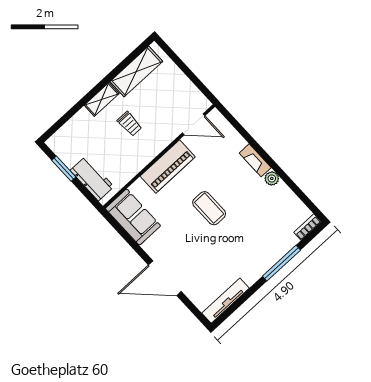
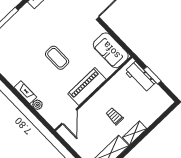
door: (194, 124) -> (69, 117), swing flipped
window: (64, 169) -> (152, 75), moved
plant: (272, 178) -> (37, 105), moved

